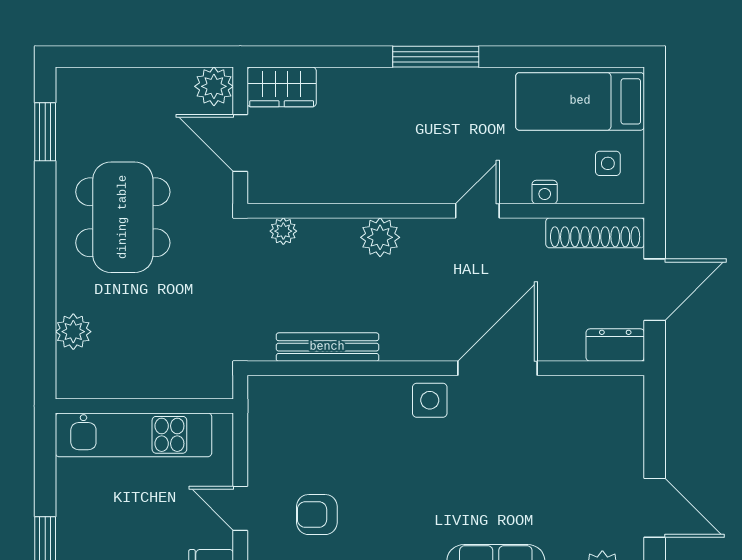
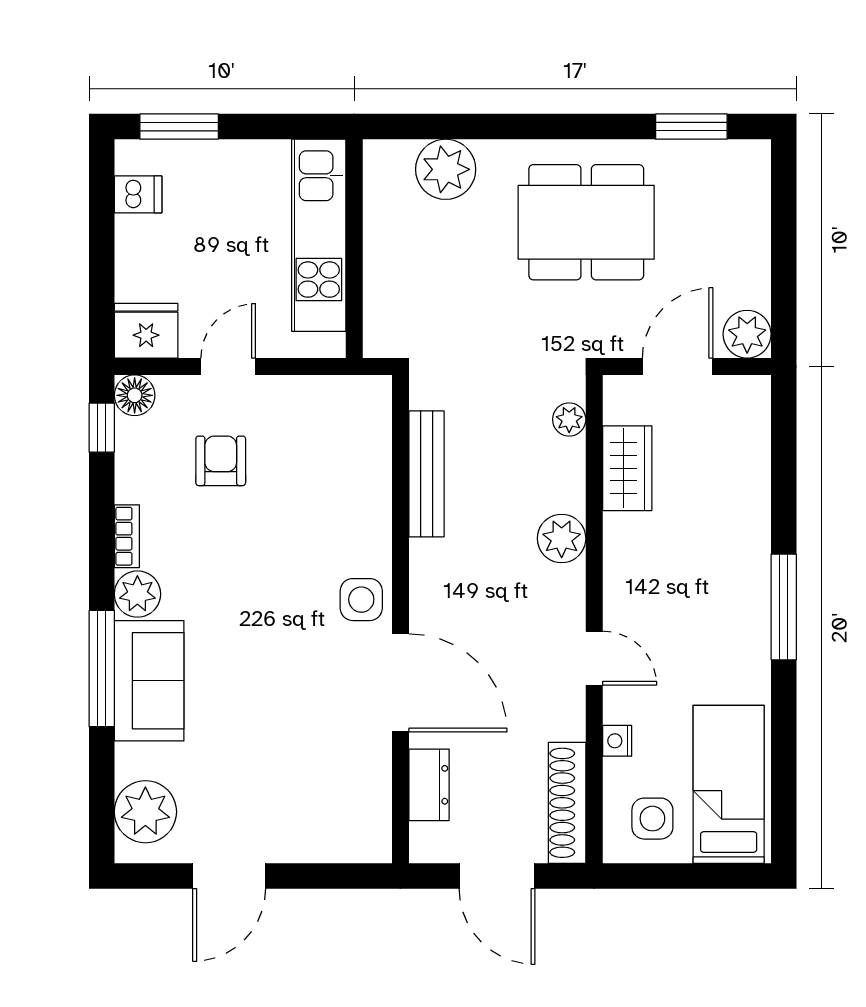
wardrobe: (282, 87) -> (627, 468), moved, turned 180
side table: (608, 163) -> (652, 819), width x1.37, depth x1.37
plant: (73, 332) -> (446, 169), width x1.36, depth x1.36
dresser: (615, 345) -> (429, 785), moved

